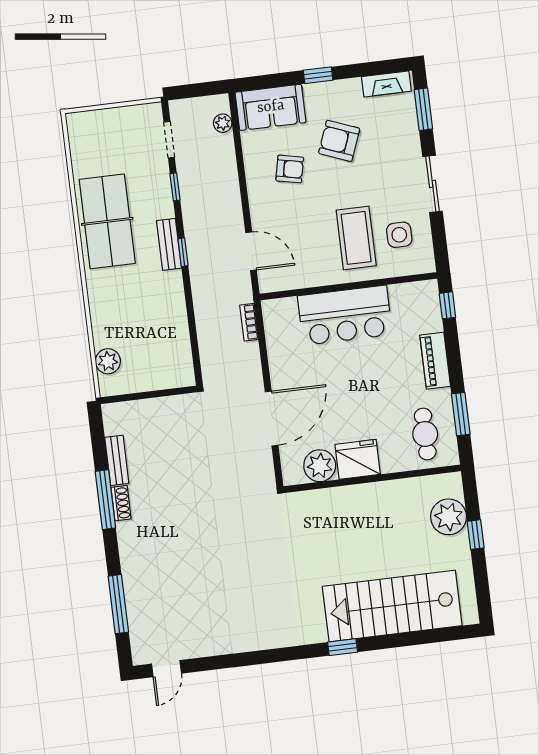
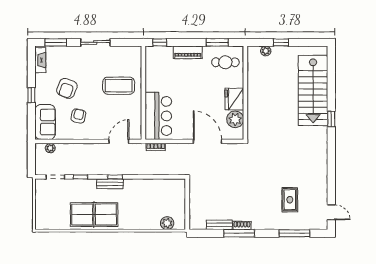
side table: (399, 235) -> (120, 63), removed
bar counter: (345, 315) -> (158, 116), moved
plant: (449, 517) -> (266, 51), width x0.53, depth x0.53
rug: (181, 587) -> (290, 200), added

